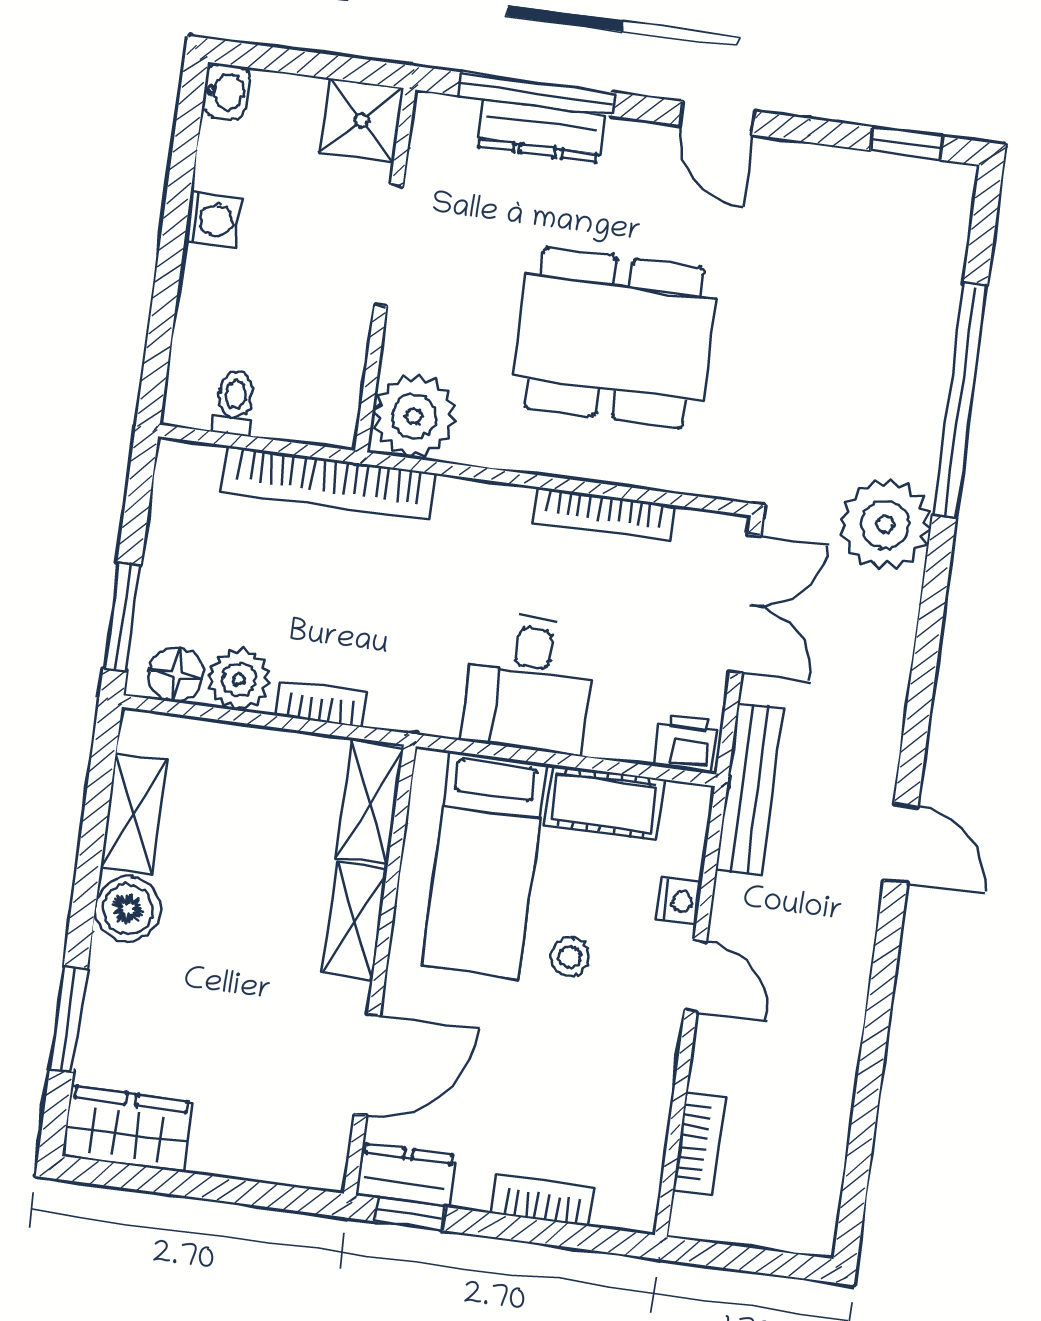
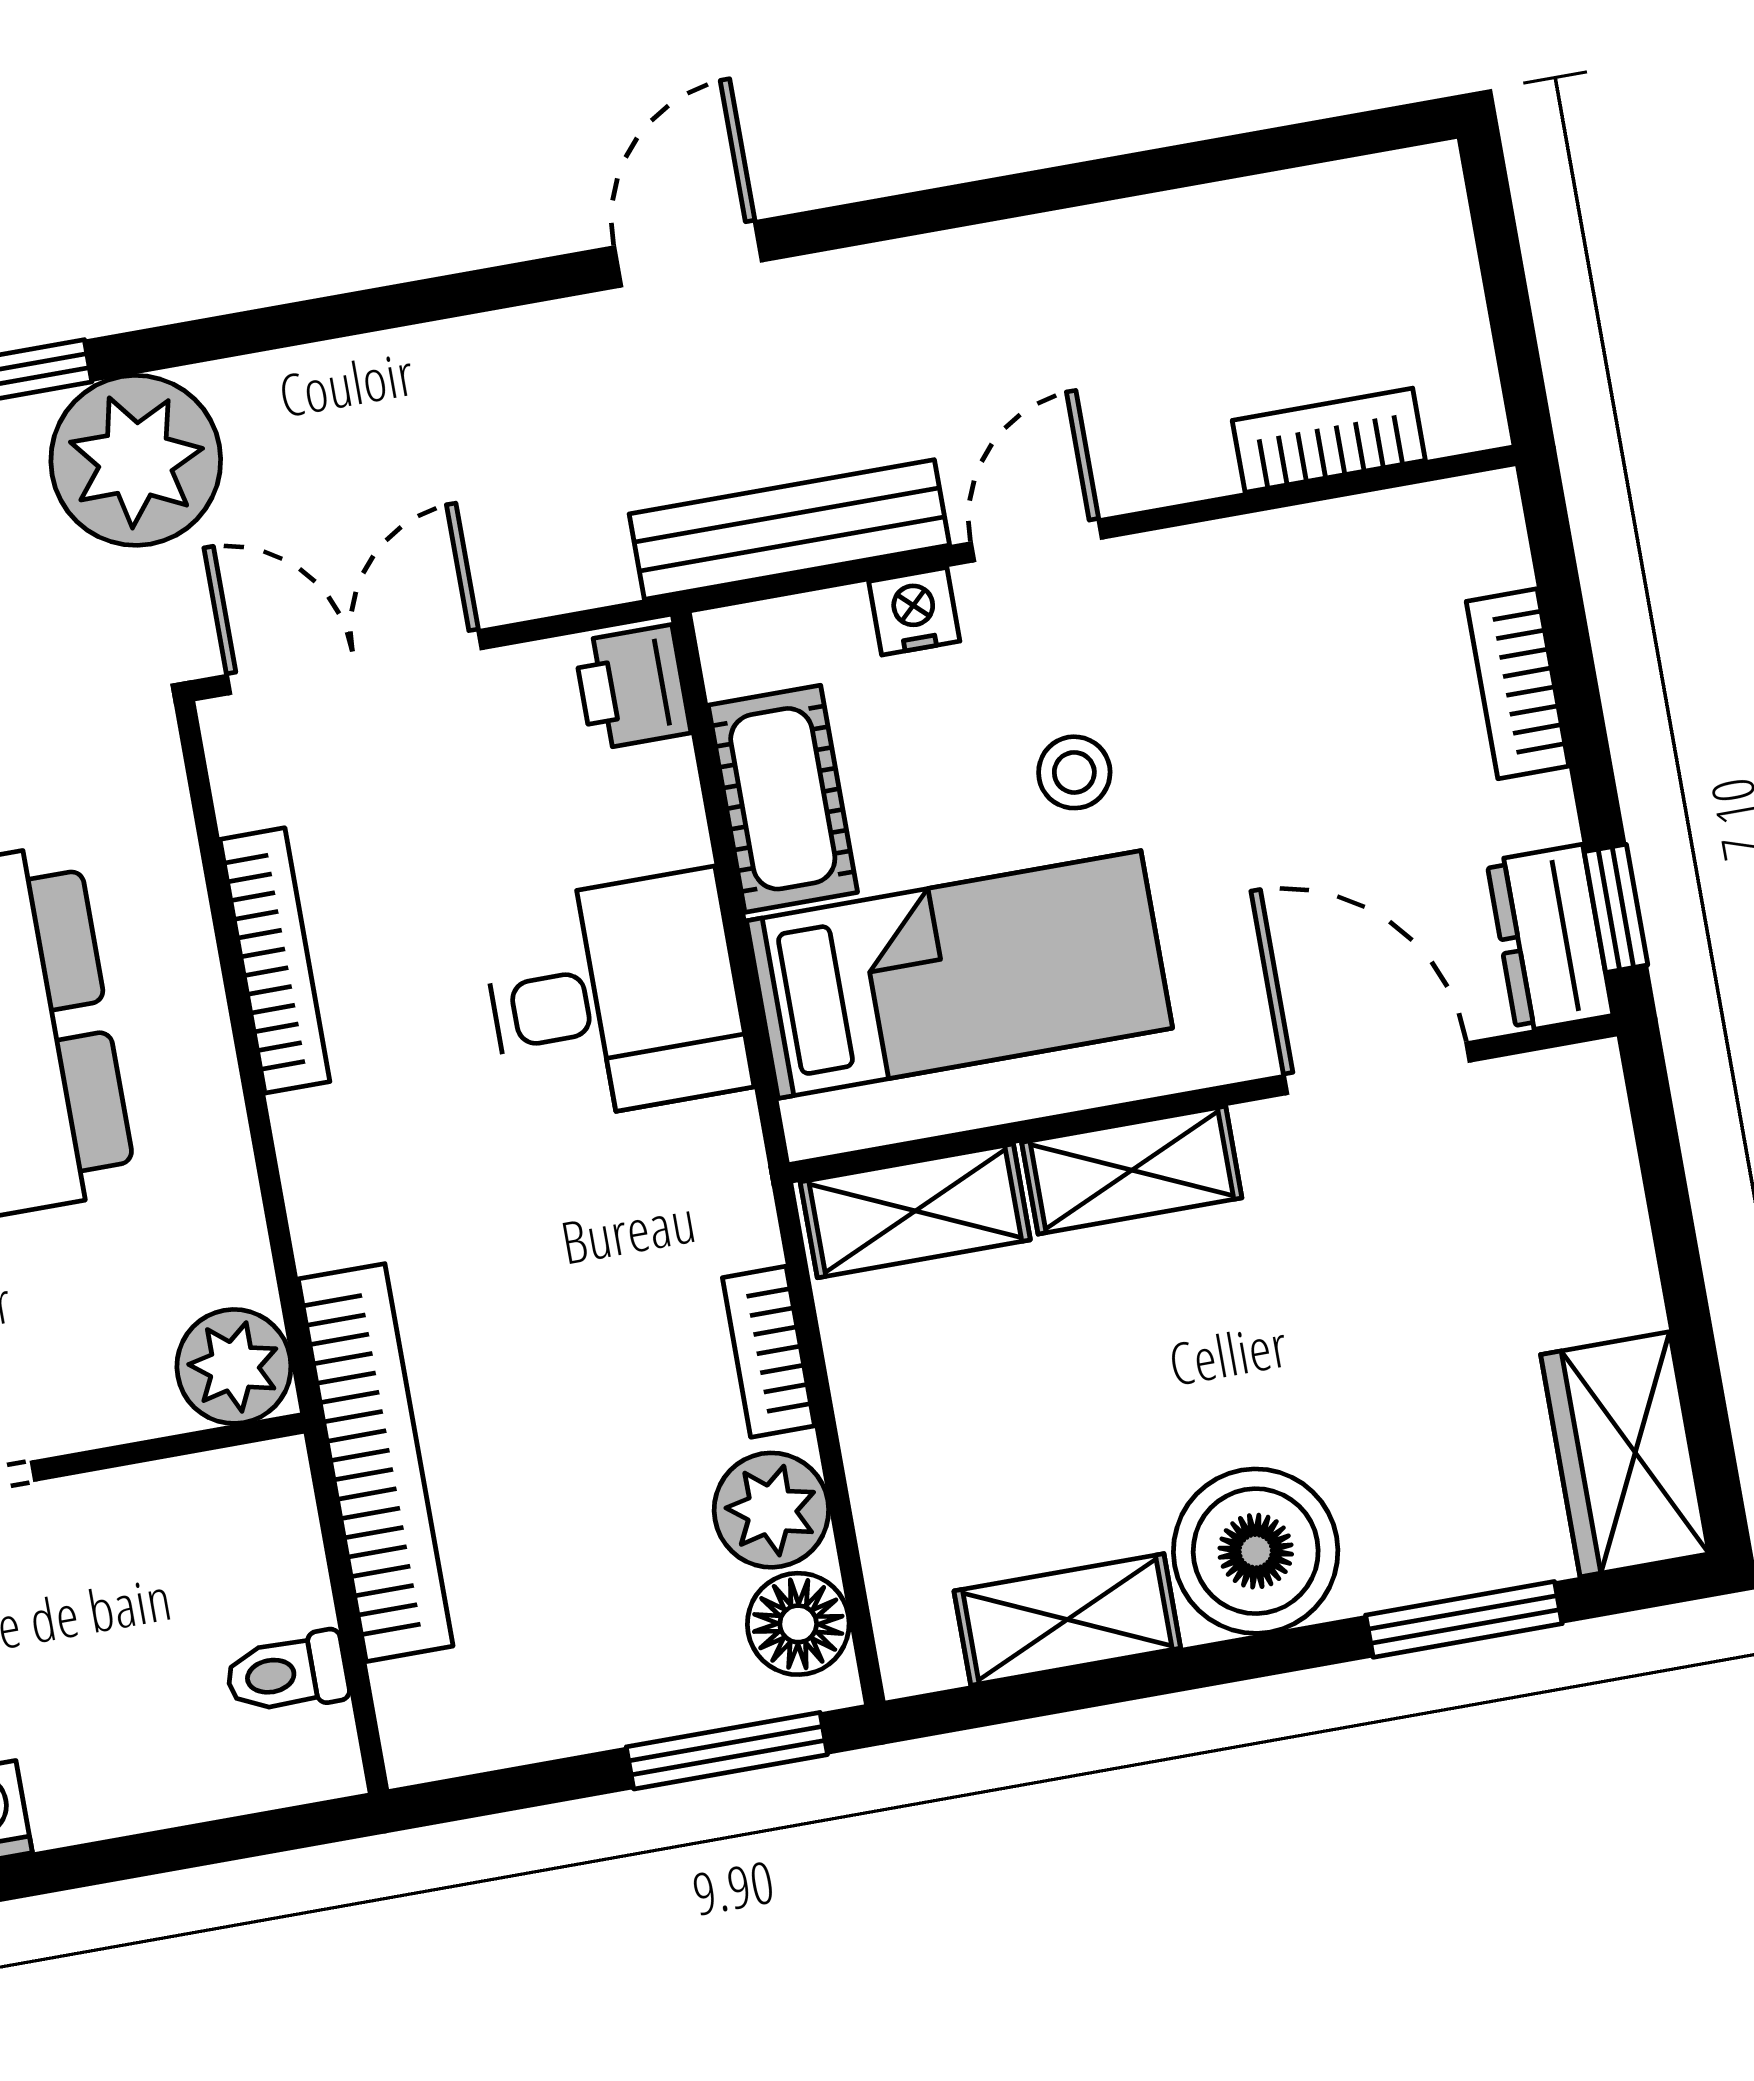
plant: (414, 416) -> (234, 1366), width x0.73, depth x0.73
bench: (750, 789) -> (789, 530), moved
boiler: (128, 909) -> (1256, 1551), width x1.37, depth x1.37

